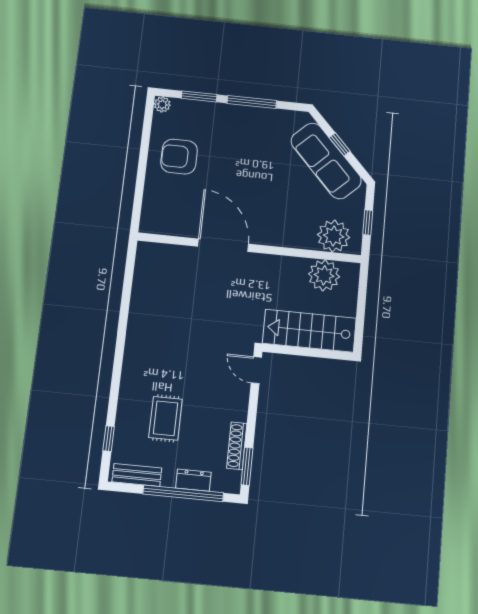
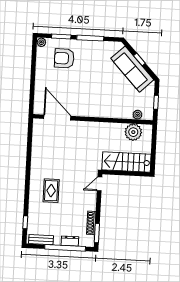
armchair: (179, 157) -> (64, 58), moved
plant: (334, 236) -> (137, 115), width x0.53, depth x0.53
door: (223, 245) -> (57, 117), moved
door: (256, 370) -> (99, 184), hinge flipped
rug: (166, 418) -> (51, 191), moved

